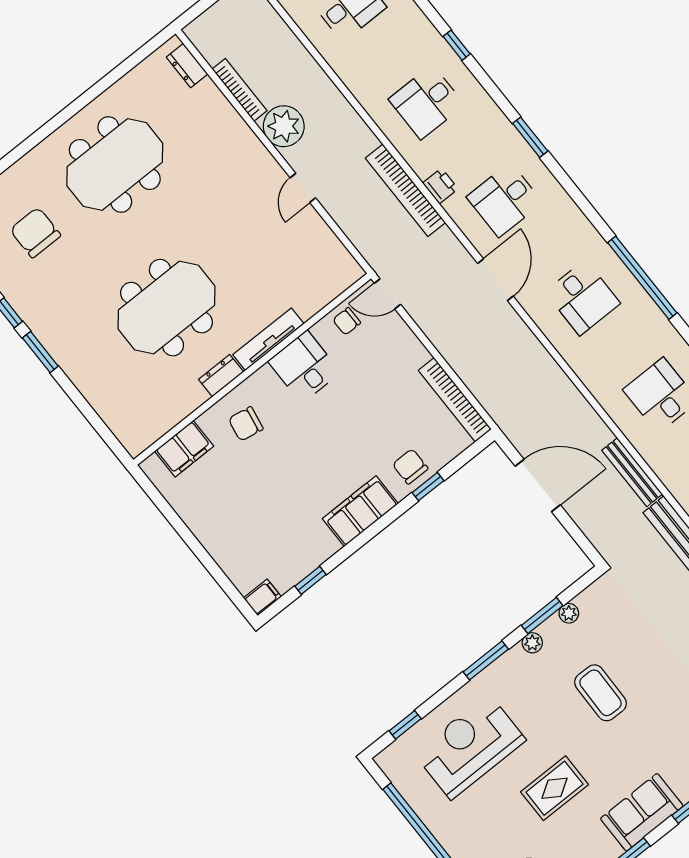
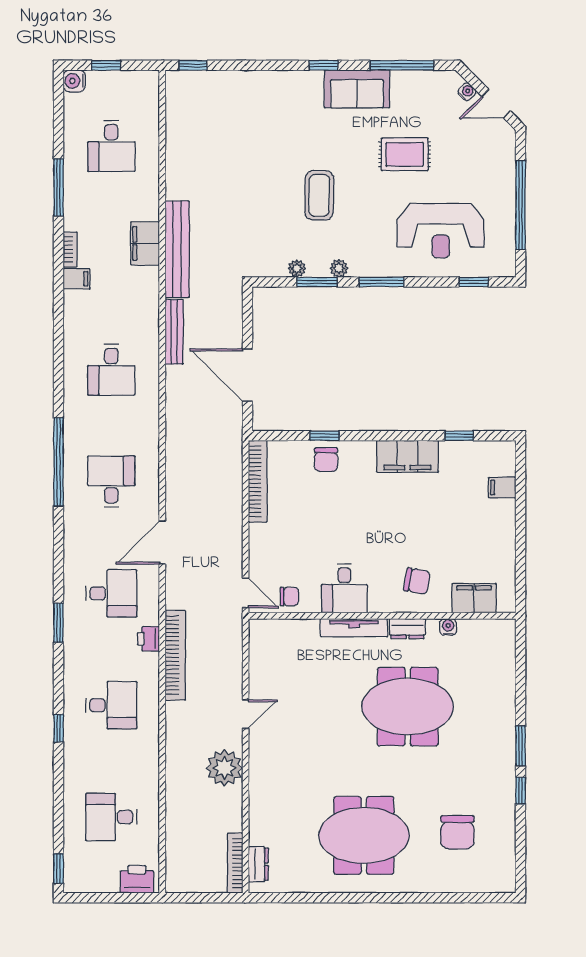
bookcase: (240, 90) -> (235, 863), moved
water cooler: (187, 405) -> (448, 627), added
filing cabinet: (360, 511) -> (407, 456), moved
filing cabinet: (262, 597) -> (502, 487), moved

